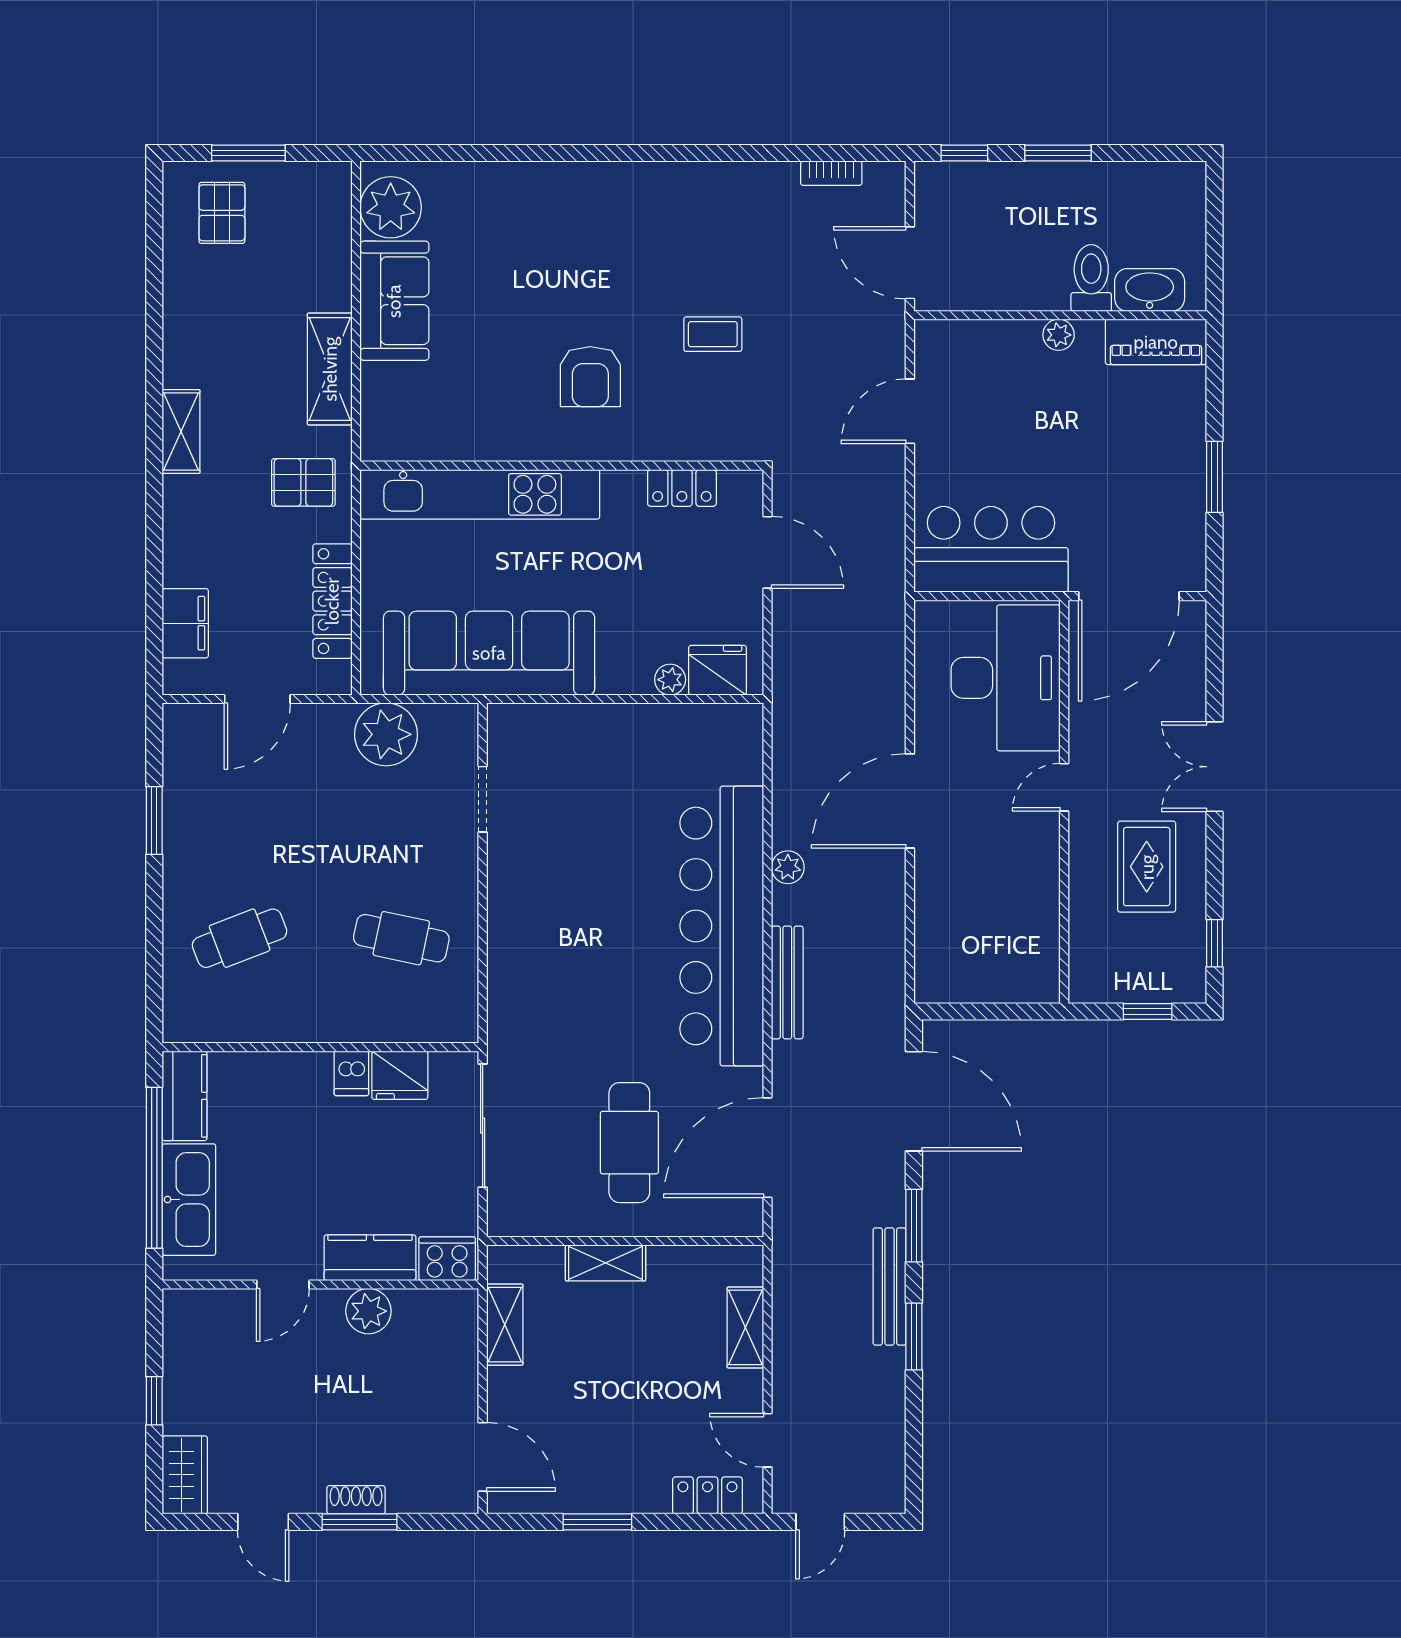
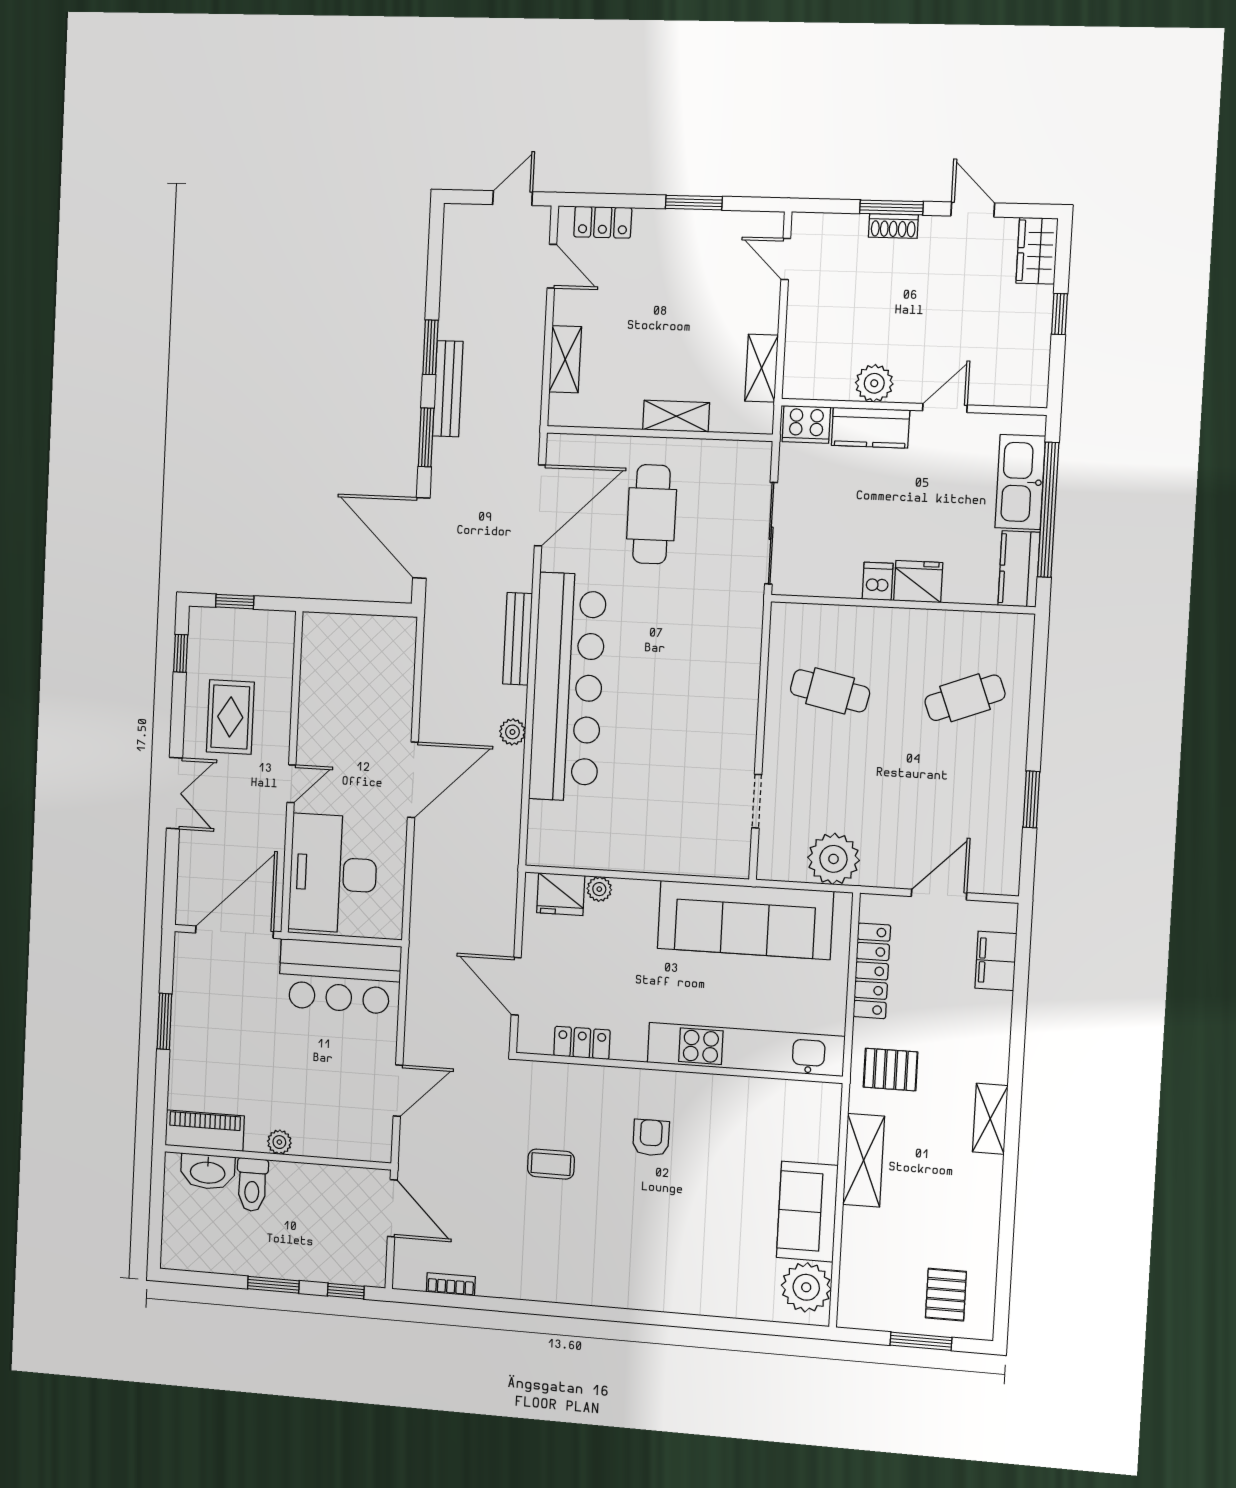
armchair: (590, 377) -> (651, 1138), width x0.72, depth x0.72
fridge: (400, 1075) -> (918, 582), moved
door: (483, 1457) -> (786, 259), width x0.73

